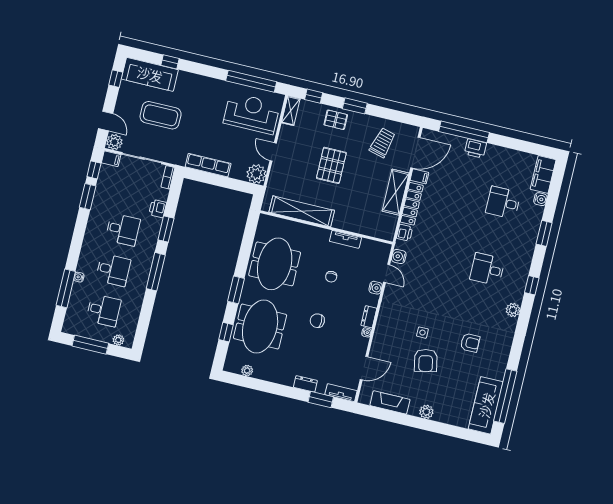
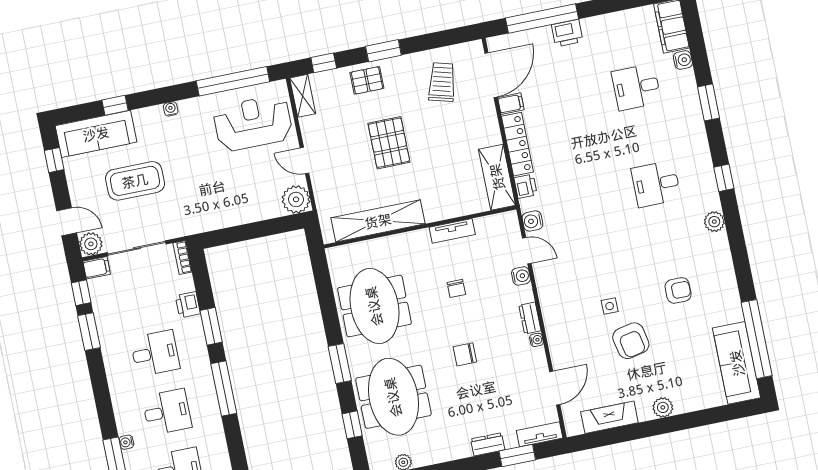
water cooler: (204, 80) -> (171, 109), added
row of seats: (208, 165) -> (228, 217), removed
shelving: (396, 192) -> (497, 177), moved

